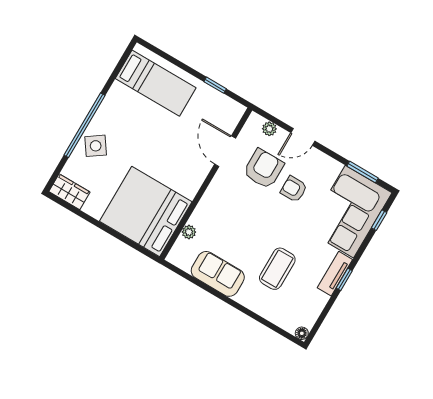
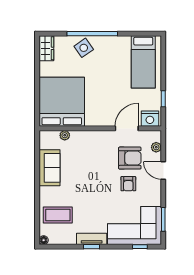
nightstand: (230, 116) -> (150, 119), added
armchair: (294, 189) -> (128, 184), turned 180
coffee table: (277, 269) -> (58, 215), moved

